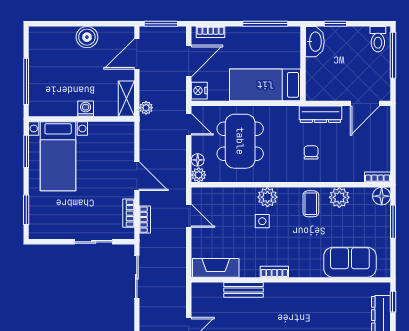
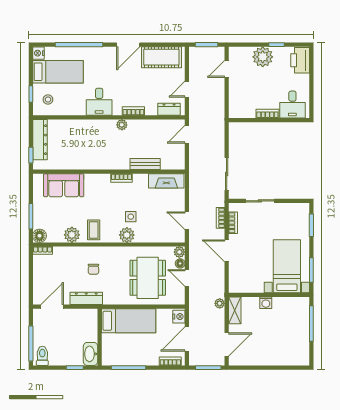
boiler: (87, 37) -> (265, 357), removed
door: (189, 124) -> (187, 278), moved

